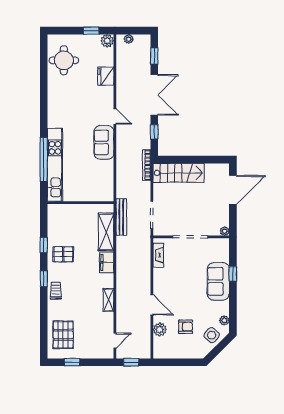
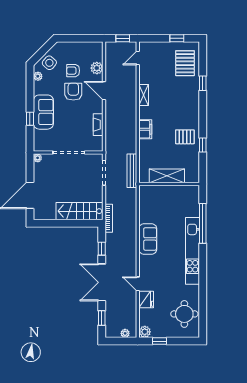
door: (115, 117) -> (138, 284), moved
kitchen unit: (55, 165) -> (192, 251), moved
shelving: (106, 232) -> (167, 176), moved, turned 90
fireplace: (158, 255) -> (98, 125), moved
window: (44, 279) -> (203, 83), moved
trolley: (56, 291) -> (192, 103), removed
armchair: (185, 304) -> (73, 92), added

